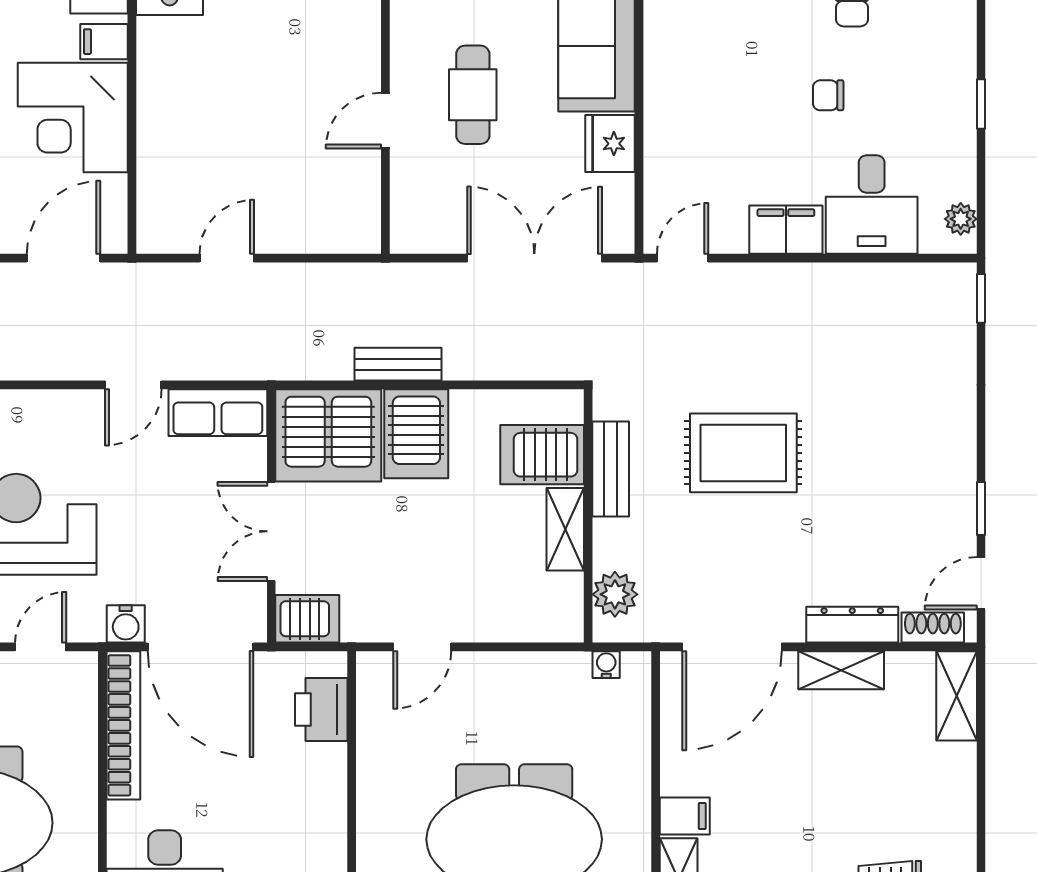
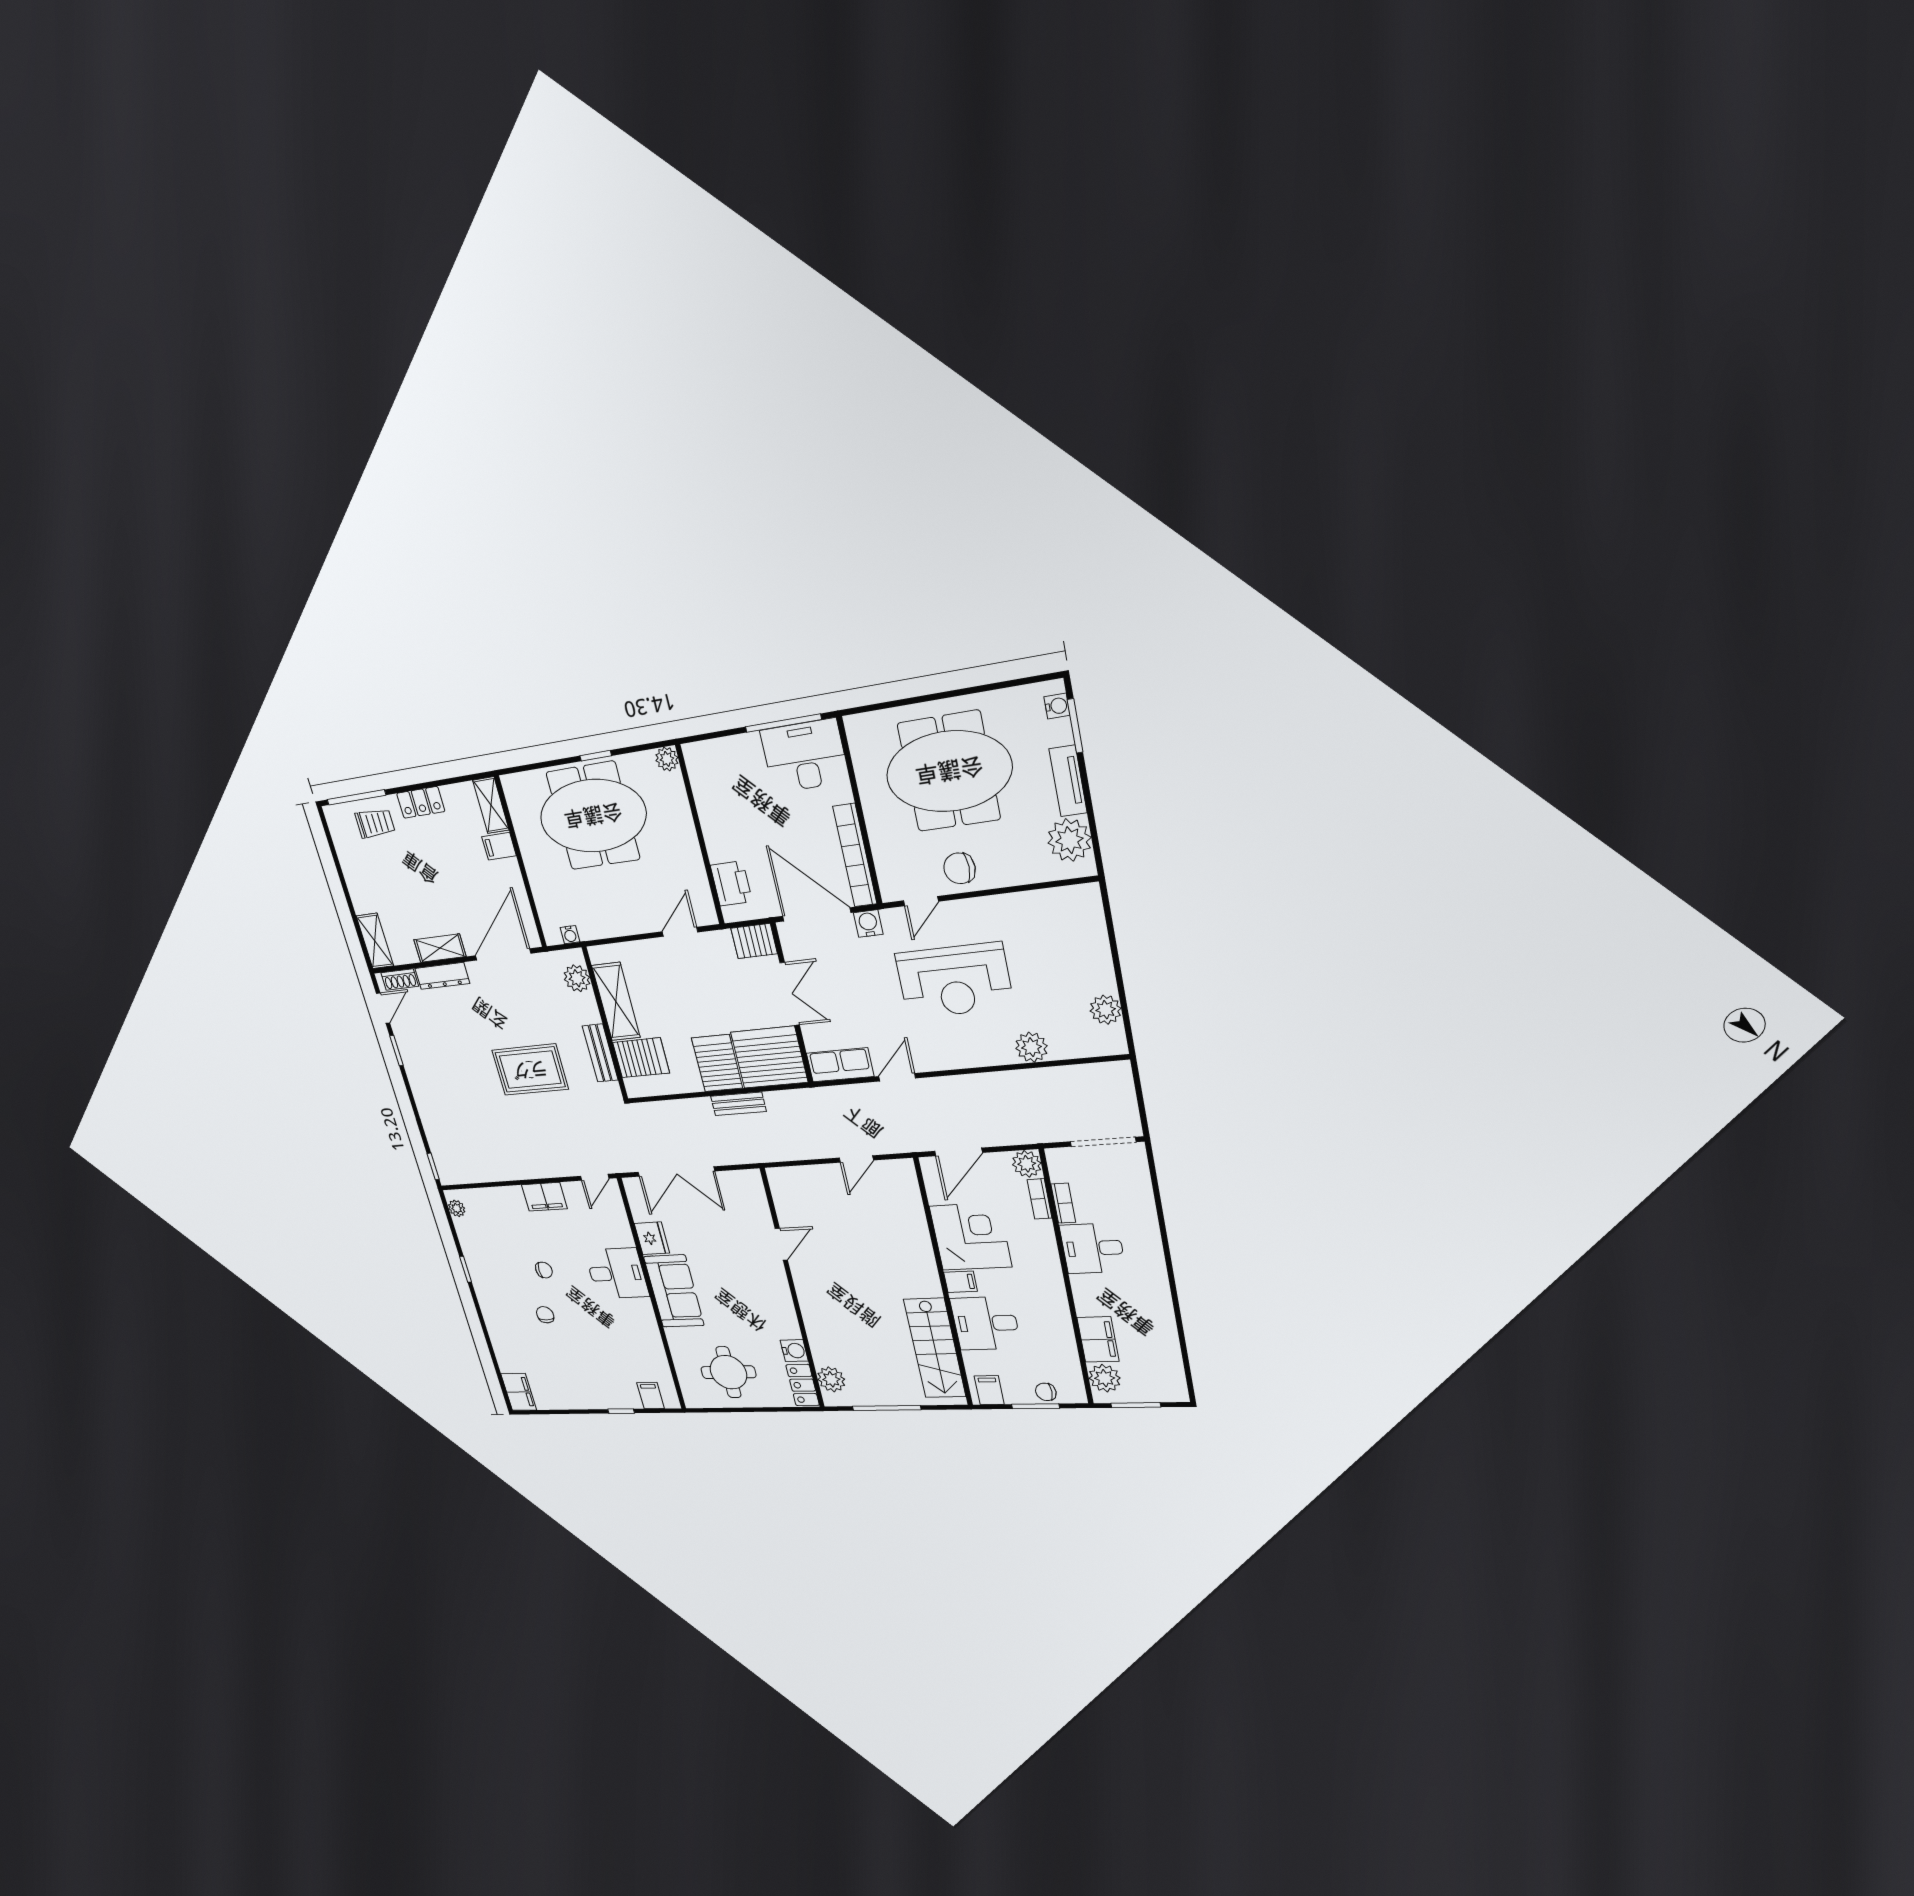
cafe table: (473, 95) -> (735, 1261), removed
desk: (872, 205) -> (617, 1273), moved, turned 90
shelving: (565, 529) -> (616, 1002), width x1.50, depth x1.33

